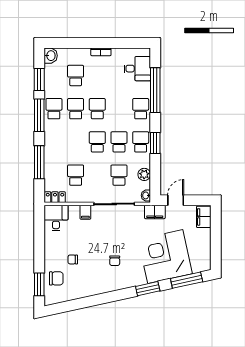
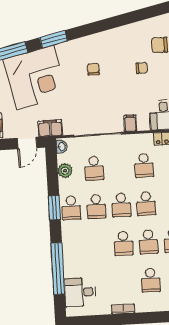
school desk: (141, 109) -> (146, 204), moved

